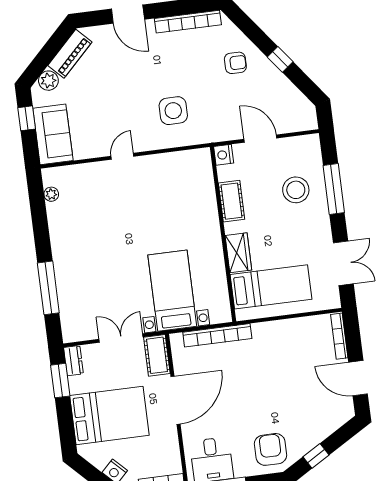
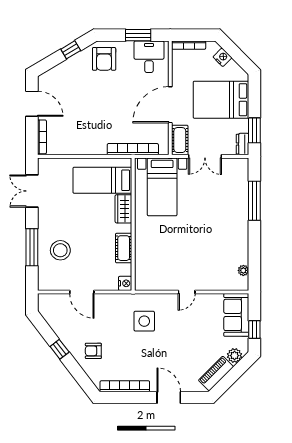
nightstand: (224, 155) -> (125, 283), moved
cot: (232, 201) -> (124, 248), moved
wall: (223, 234) -> (133, 224), moved
wardrobe: (238, 253) -> (123, 209), moved
bed: (271, 287) -> (102, 180), moved

